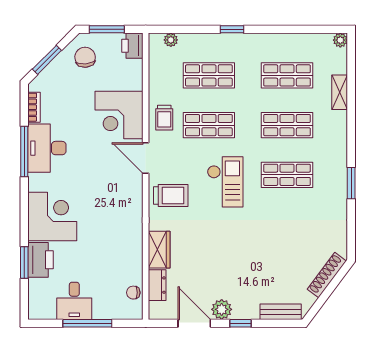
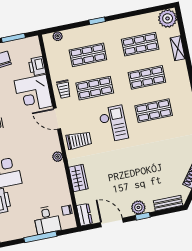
plant: (340, 40) -> (168, 18), width x1.87, depth x1.87
printer: (132, 46) -> (37, 66), moved
plant: (136, 213) -> (58, 157), added
dresser: (157, 285) -> (84, 215), moved
desk: (74, 301) -> (47, 220), moved
plant: (222, 309) -> (138, 207), moved

